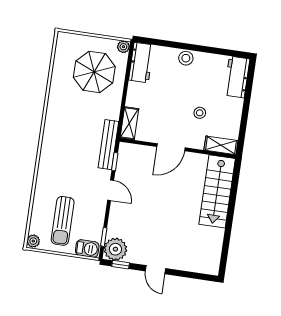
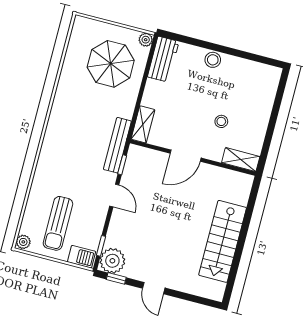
workbench: (237, 77) -> (266, 87), removed
stairs: (217, 191) -> (223, 241), moved

